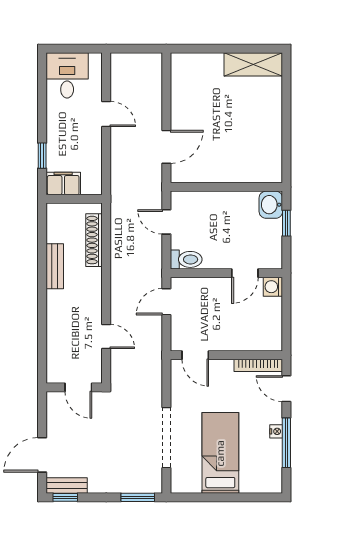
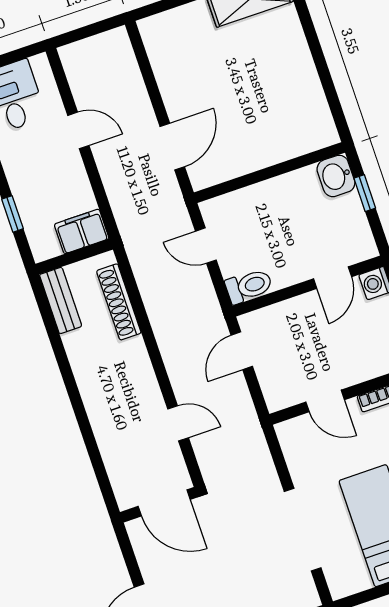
filing cabinet: (63, 184) -> (82, 231), moved
bench: (55, 266) -> (61, 300), moved
door: (195, 355) -> (325, 401), moved
door: (78, 387) -> (164, 503), width x1.37

